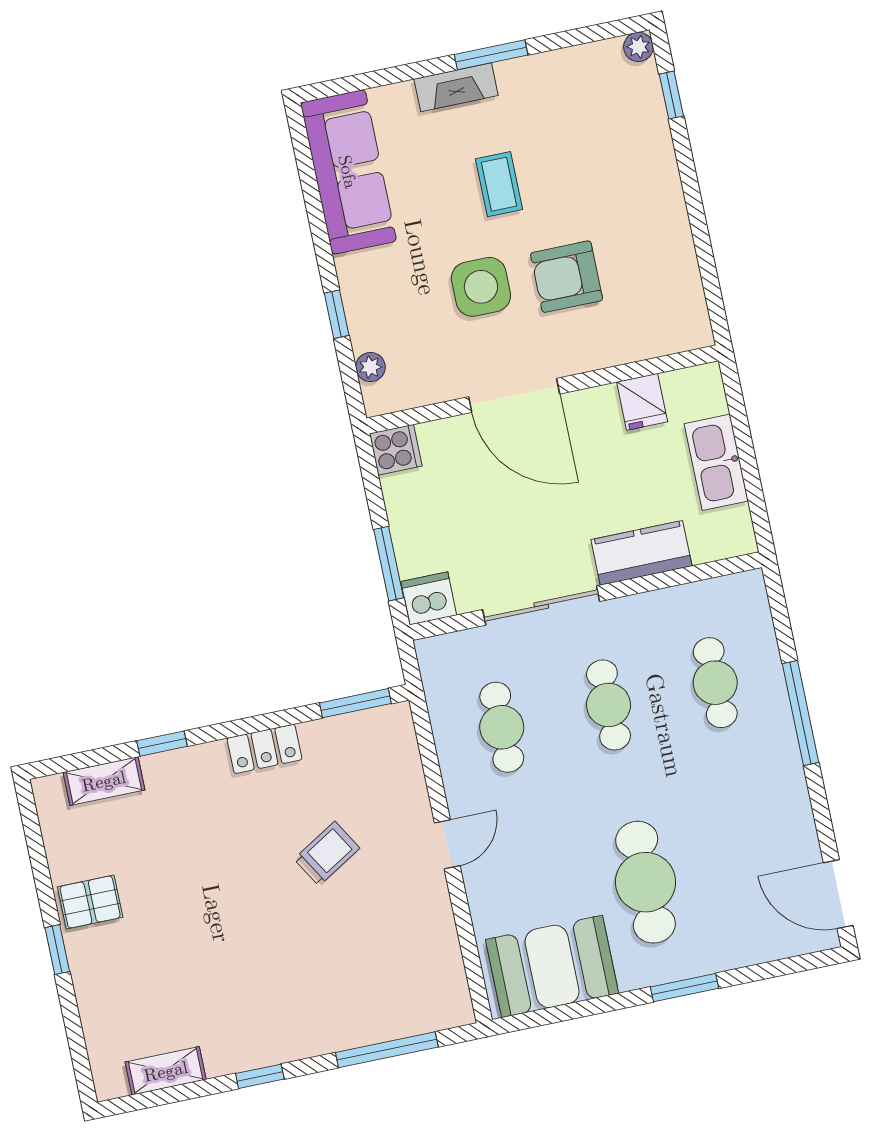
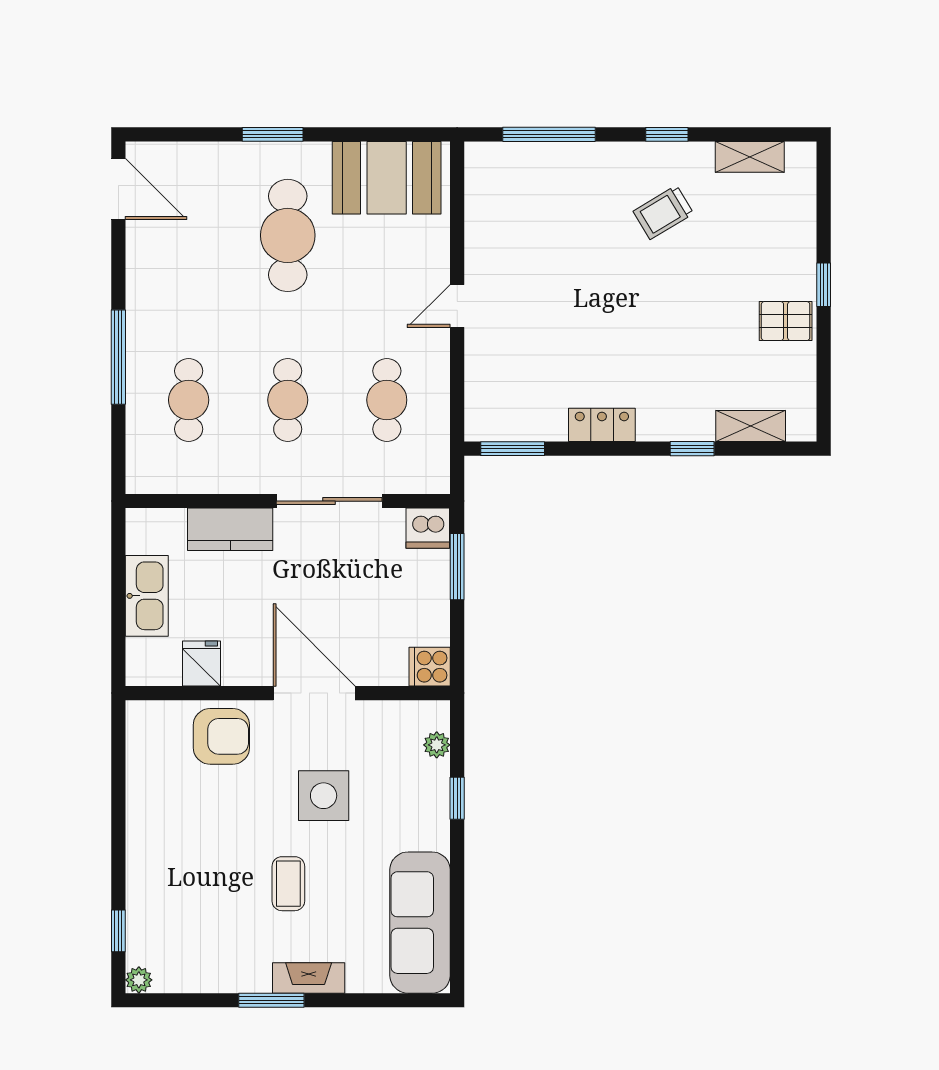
armchair: (567, 277) -> (221, 736), moved
trolley: (327, 853) -> (663, 212), moved

